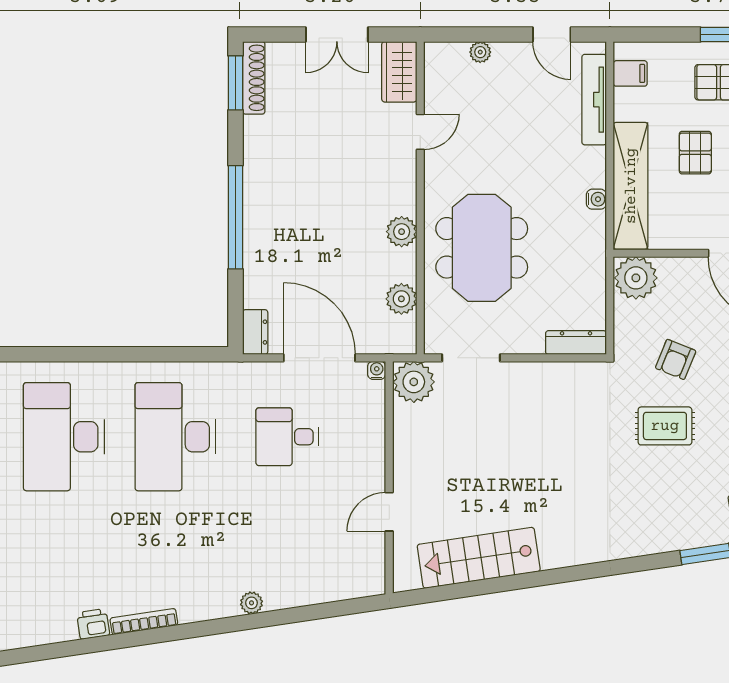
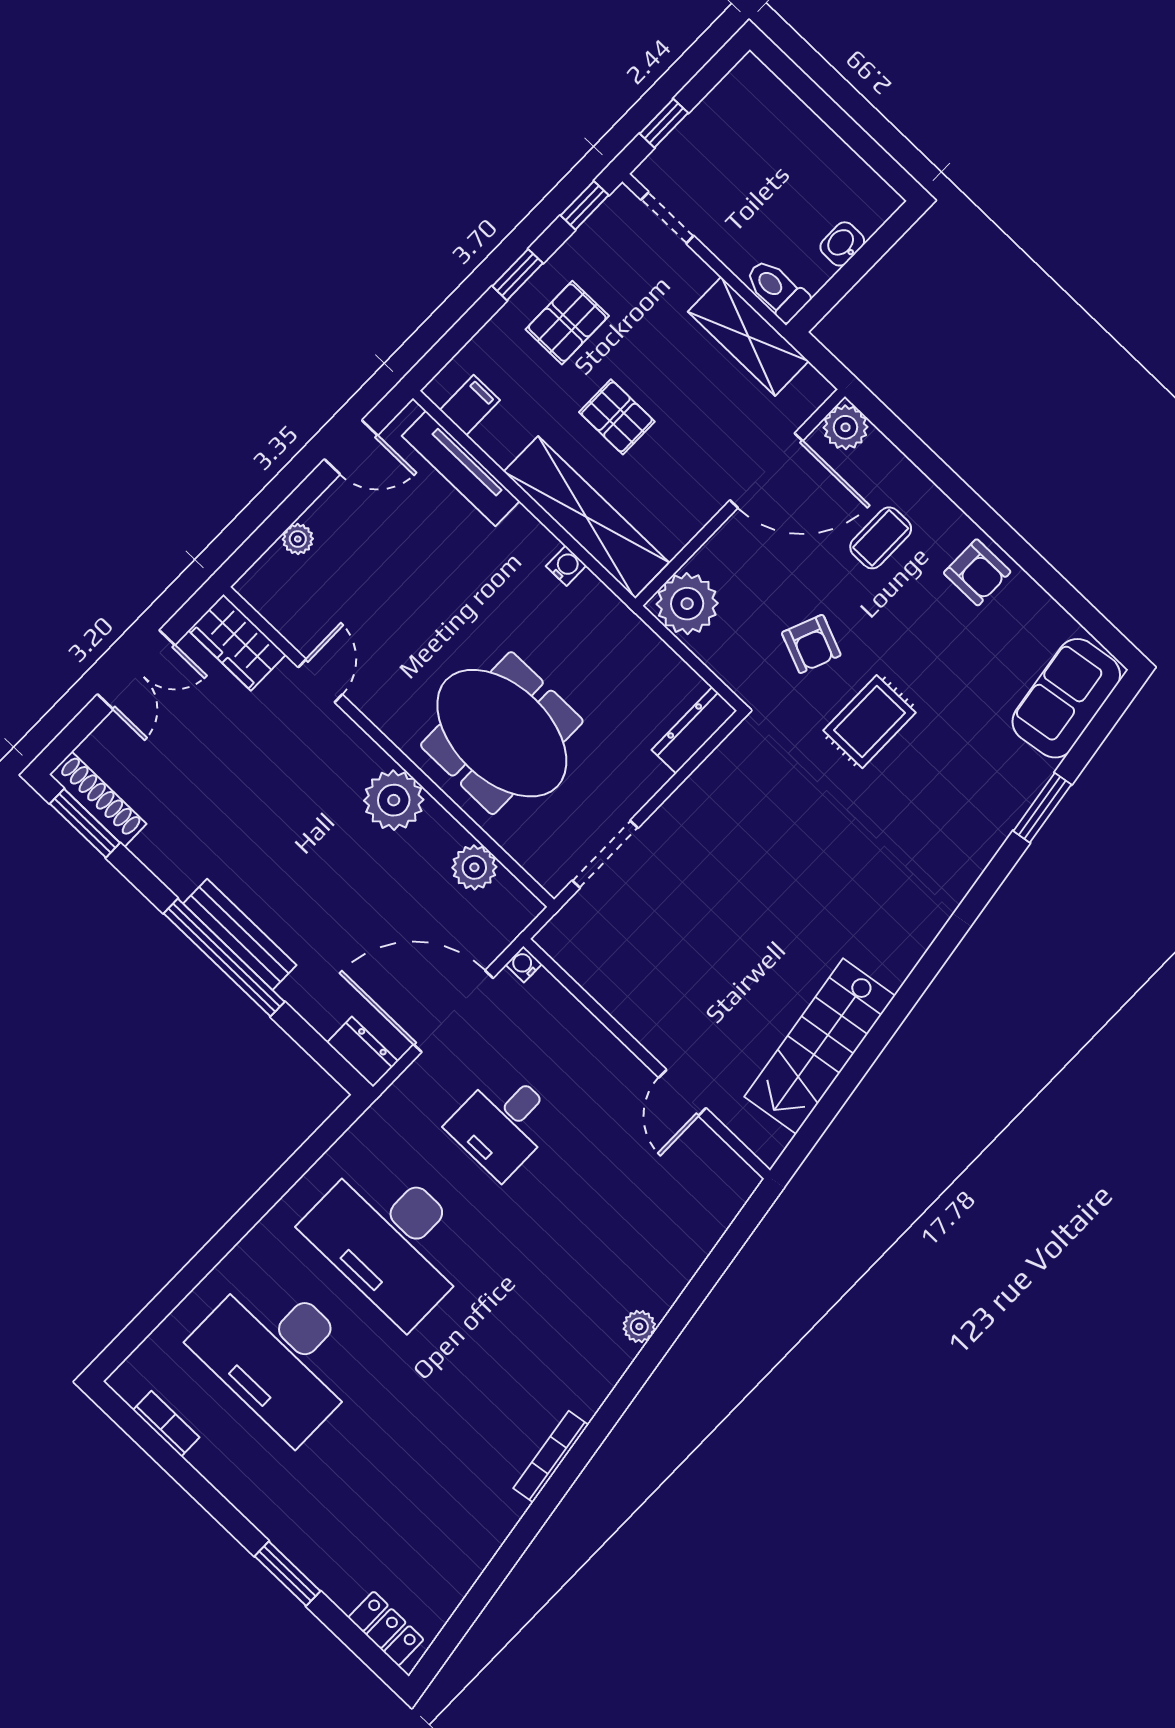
bench: (255, 214) -> (240, 934), added
plant: (402, 232) -> (394, 800), width x1.36, depth x1.36
plant: (414, 382) -> (573, 938), removed
printer: (93, 624) -> (503, 1511), removed

